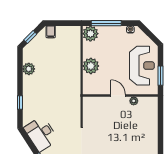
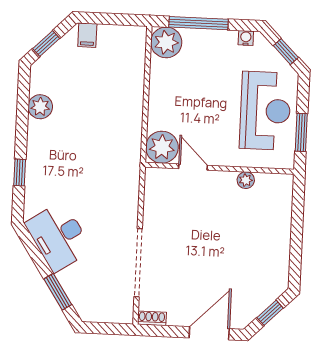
window: (151, 35) -> (286, 52), added
plant: (91, 66) -> (162, 147), moved
door: (118, 96) -> (193, 167), moved

